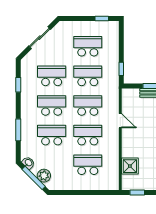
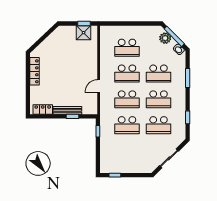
school desk: (88, 46) -> (127, 151), removed
door: (120, 121) -> (99, 86), hinge flipped
shower: (130, 166) -> (84, 33), moved

